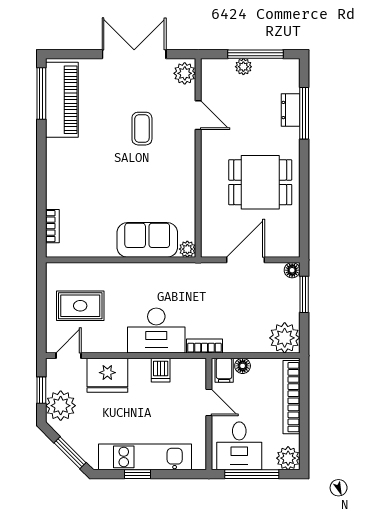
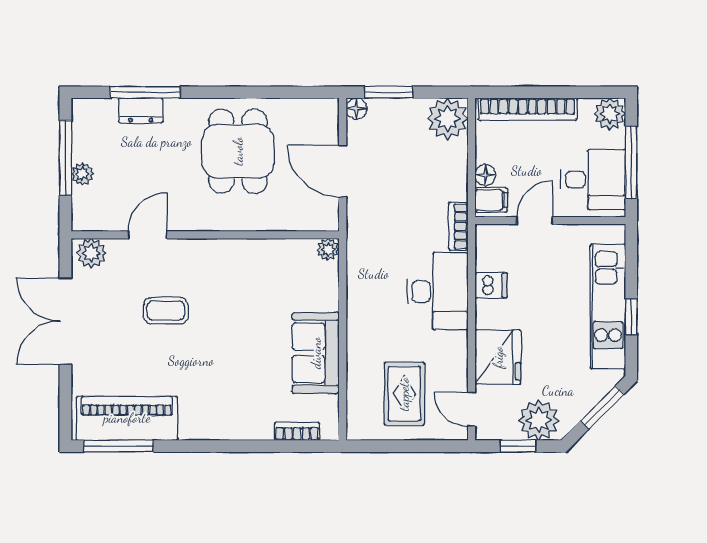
sofa: (147, 240) -> (316, 353), moved

